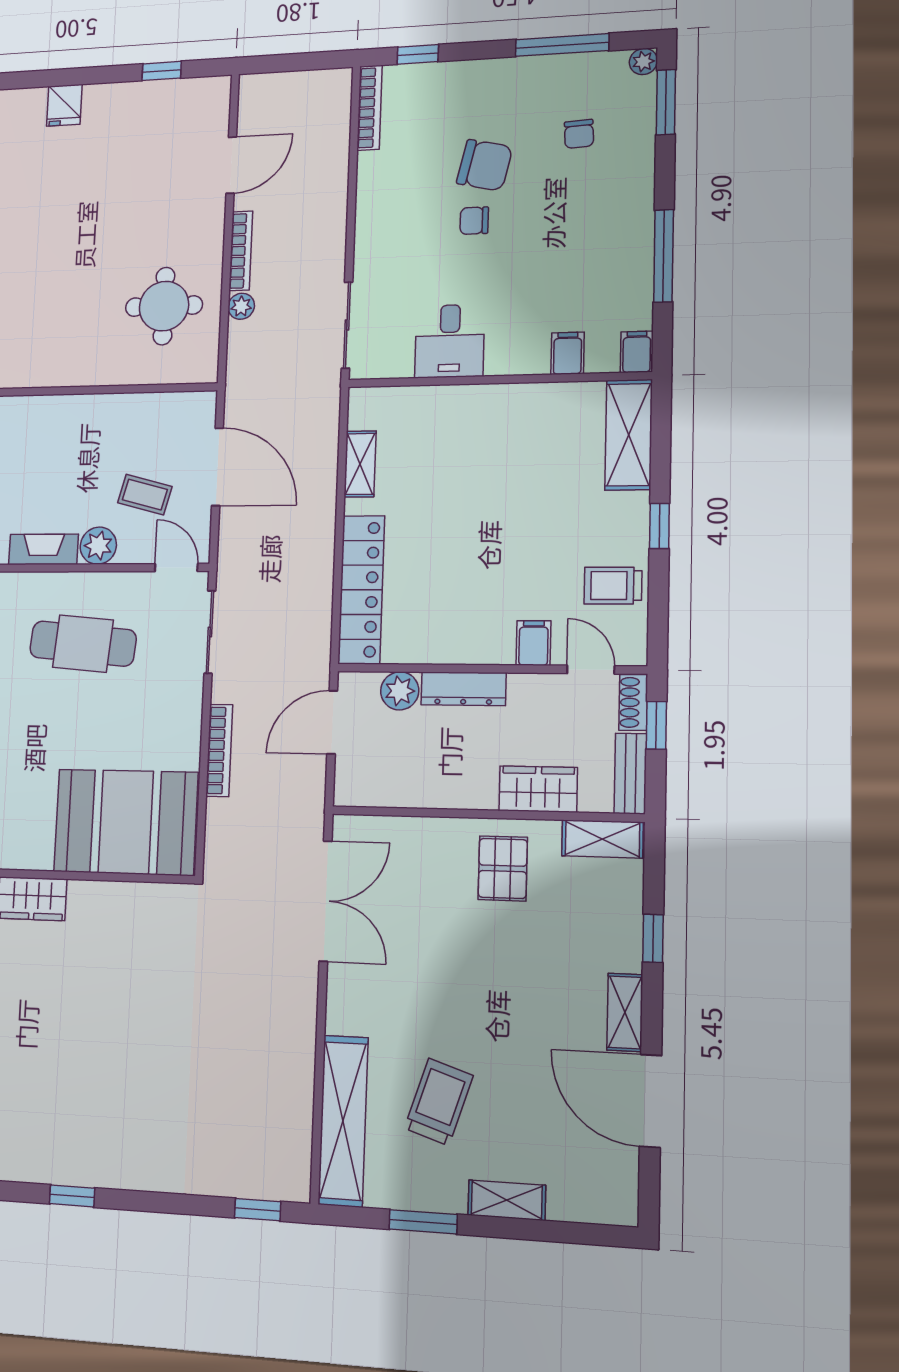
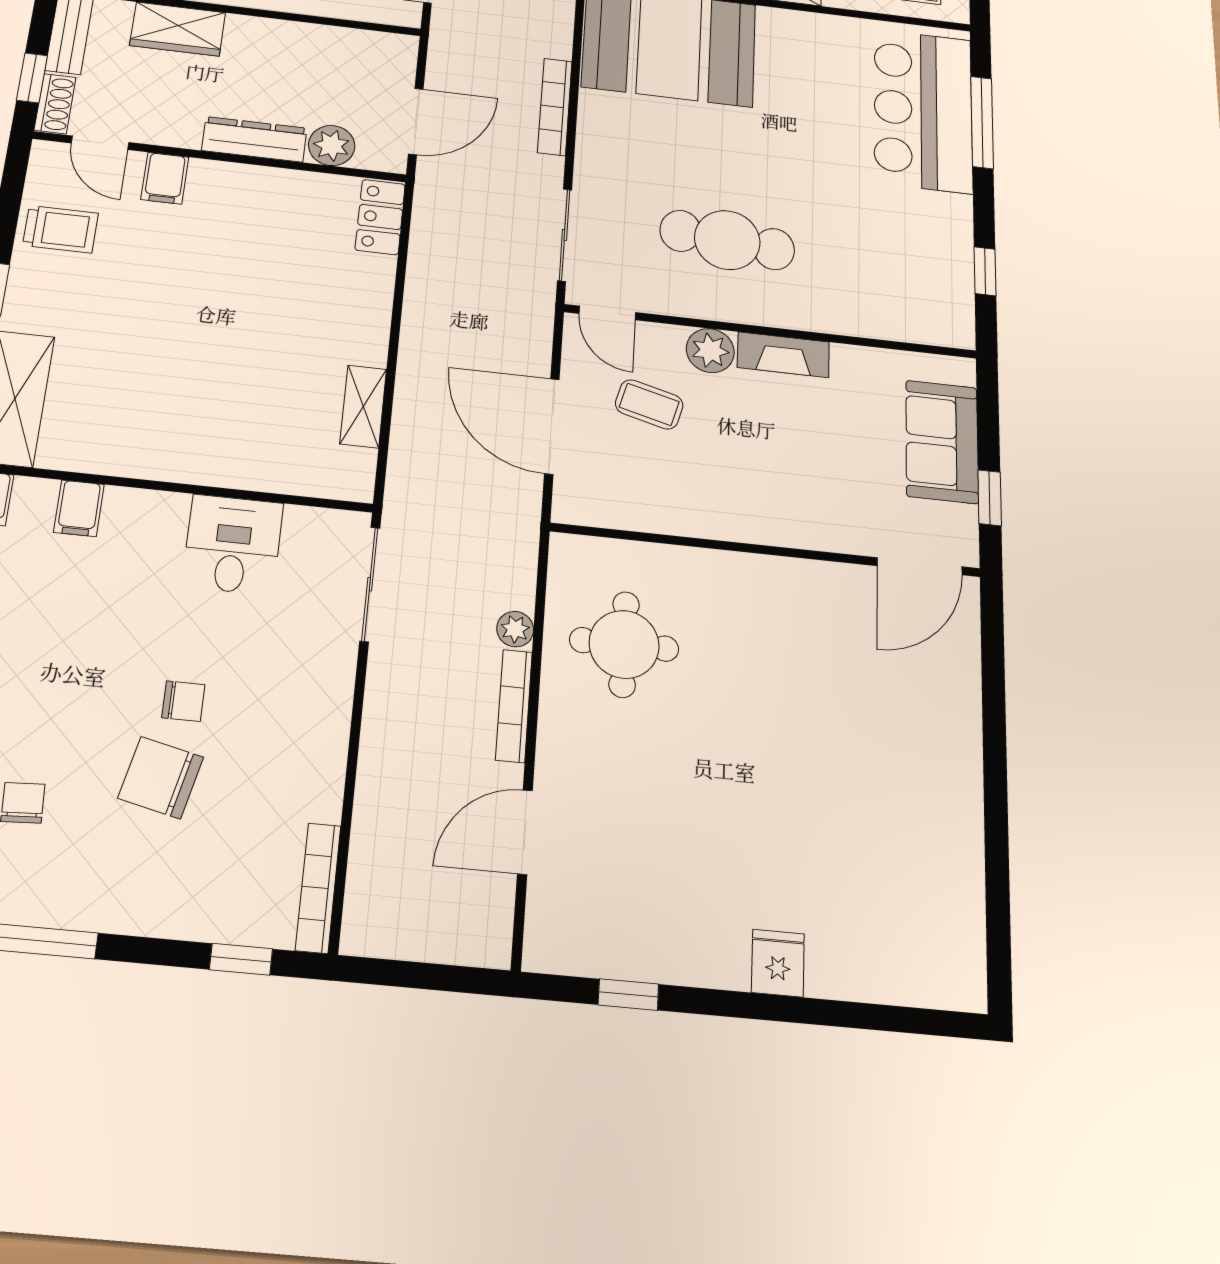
locker: (361, 590) -> (380, 217), width x0.46, depth x0.83

